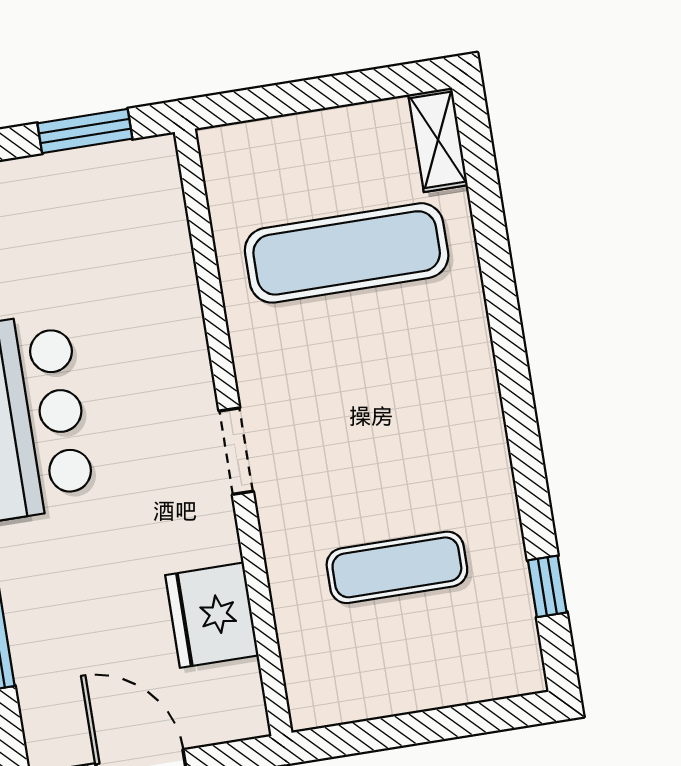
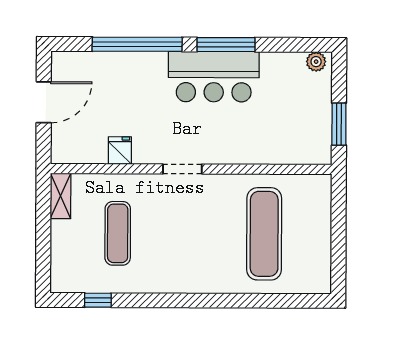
shelving: (438, 140) -> (61, 196), moved, turned 90
fridge: (212, 615) -> (120, 150), width x0.53, depth x0.75

